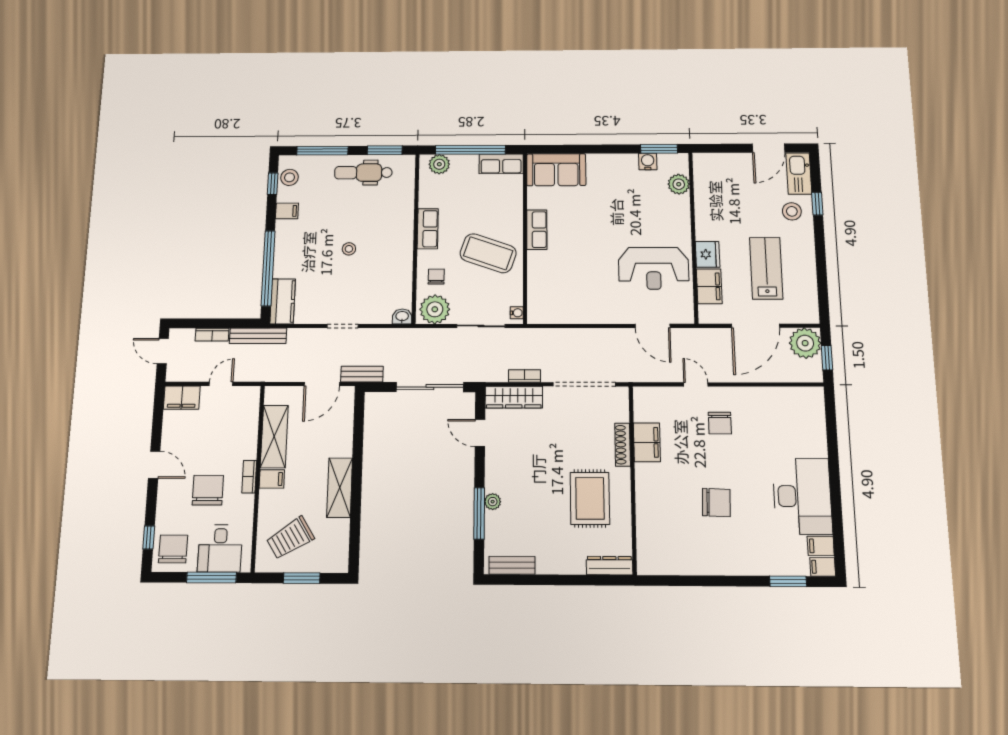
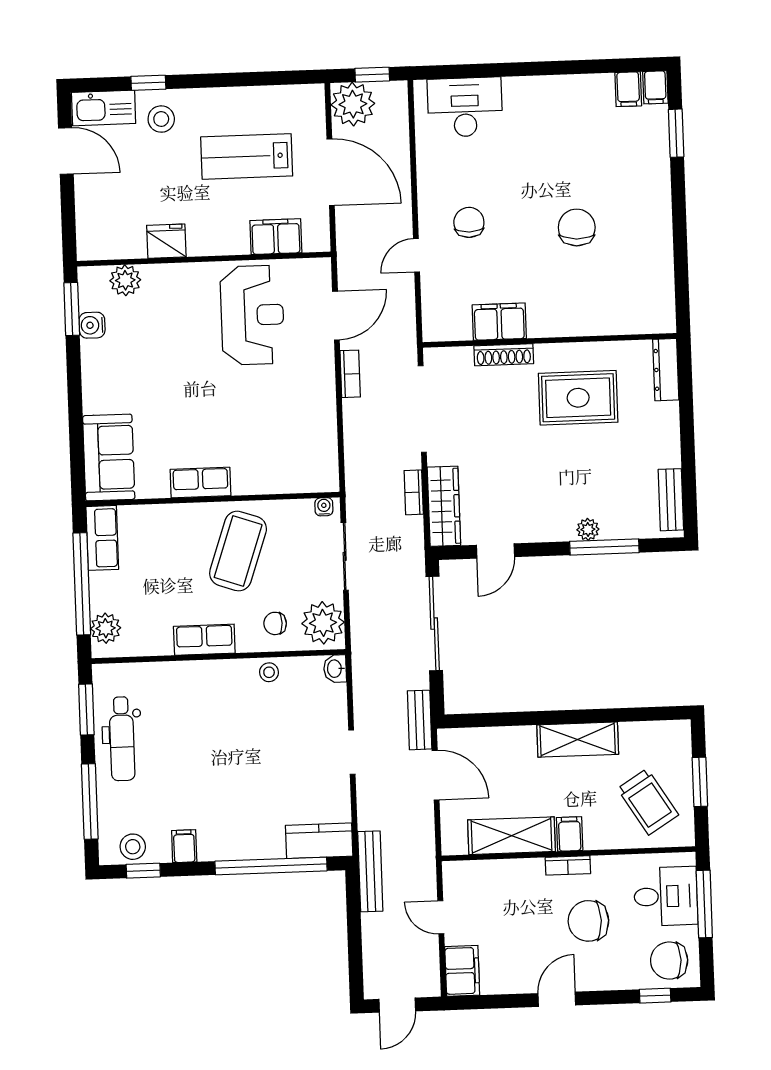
stool: (349, 249) -> (269, 672), moved
fridge: (708, 254) -> (166, 241), moved
bookcase: (212, 335) -> (350, 374), moved
chair: (720, 423) -> (469, 222), turned -90
desk: (802, 496) -> (465, 107), moved, width x0.73, depth x0.77

